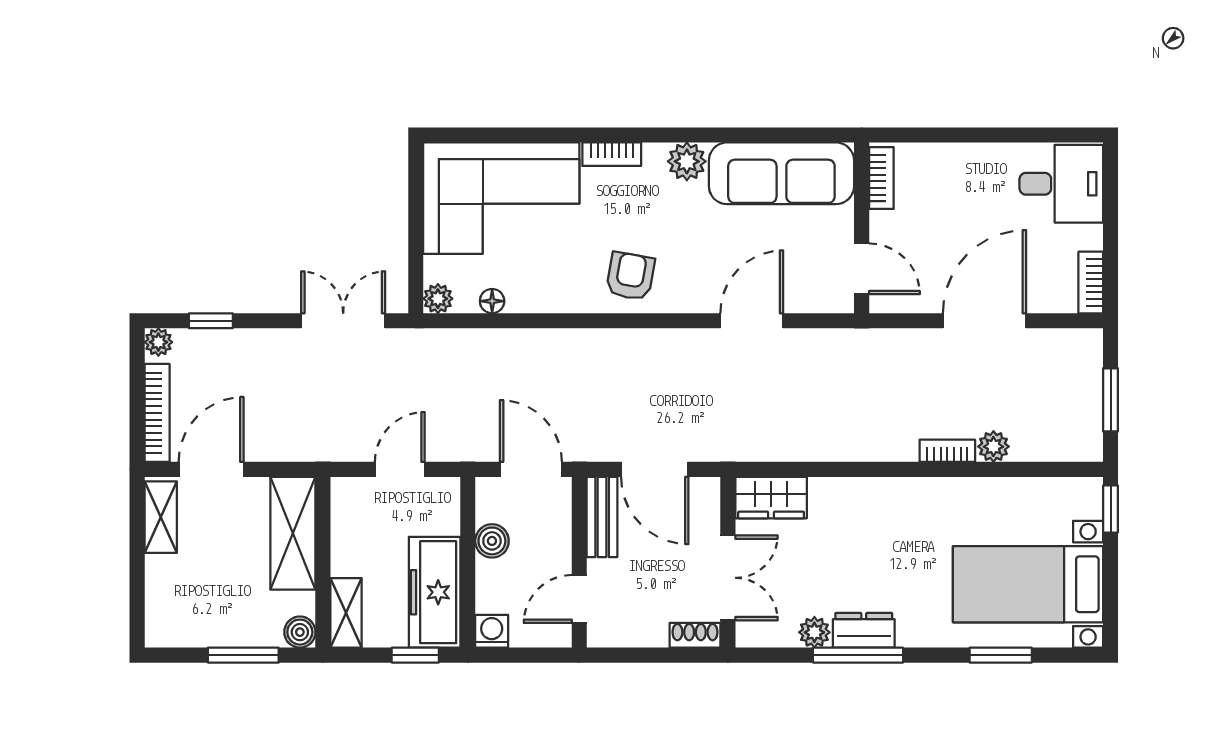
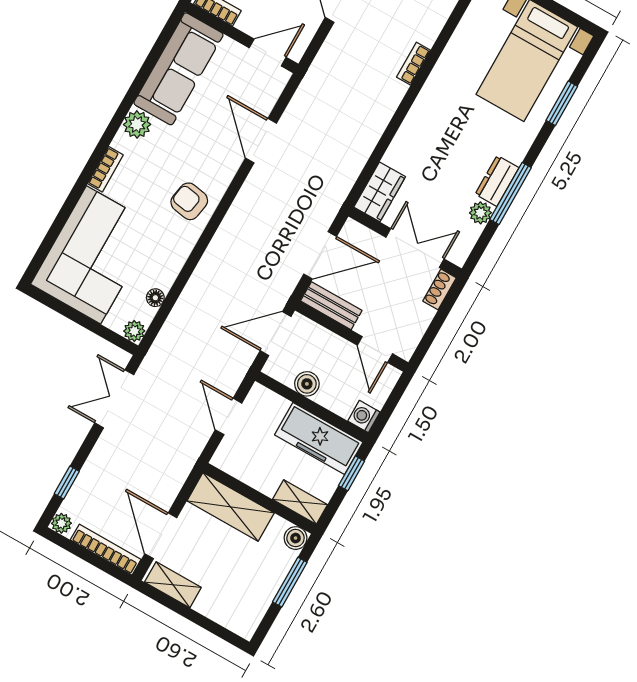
plant: (993, 447) -> (427, 33), removed

